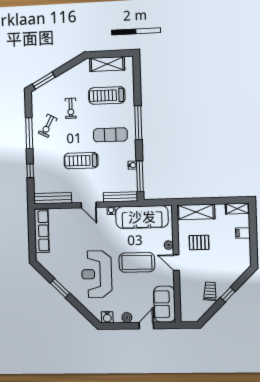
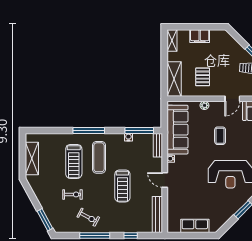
treadmill: (107, 95) -> (74, 161), moved
bench: (120, 197) -> (158, 145), width x0.73
door: (89, 205) -> (165, 180), swing flipped
row of seats: (42, 231) -> (195, 226), width x0.68
filing cabinet: (243, 233) -> (200, 36), width x2.00
coffee table: (137, 262) -> (220, 136), width x0.54, depth x0.58
door: (176, 263) -> (232, 99), moved

